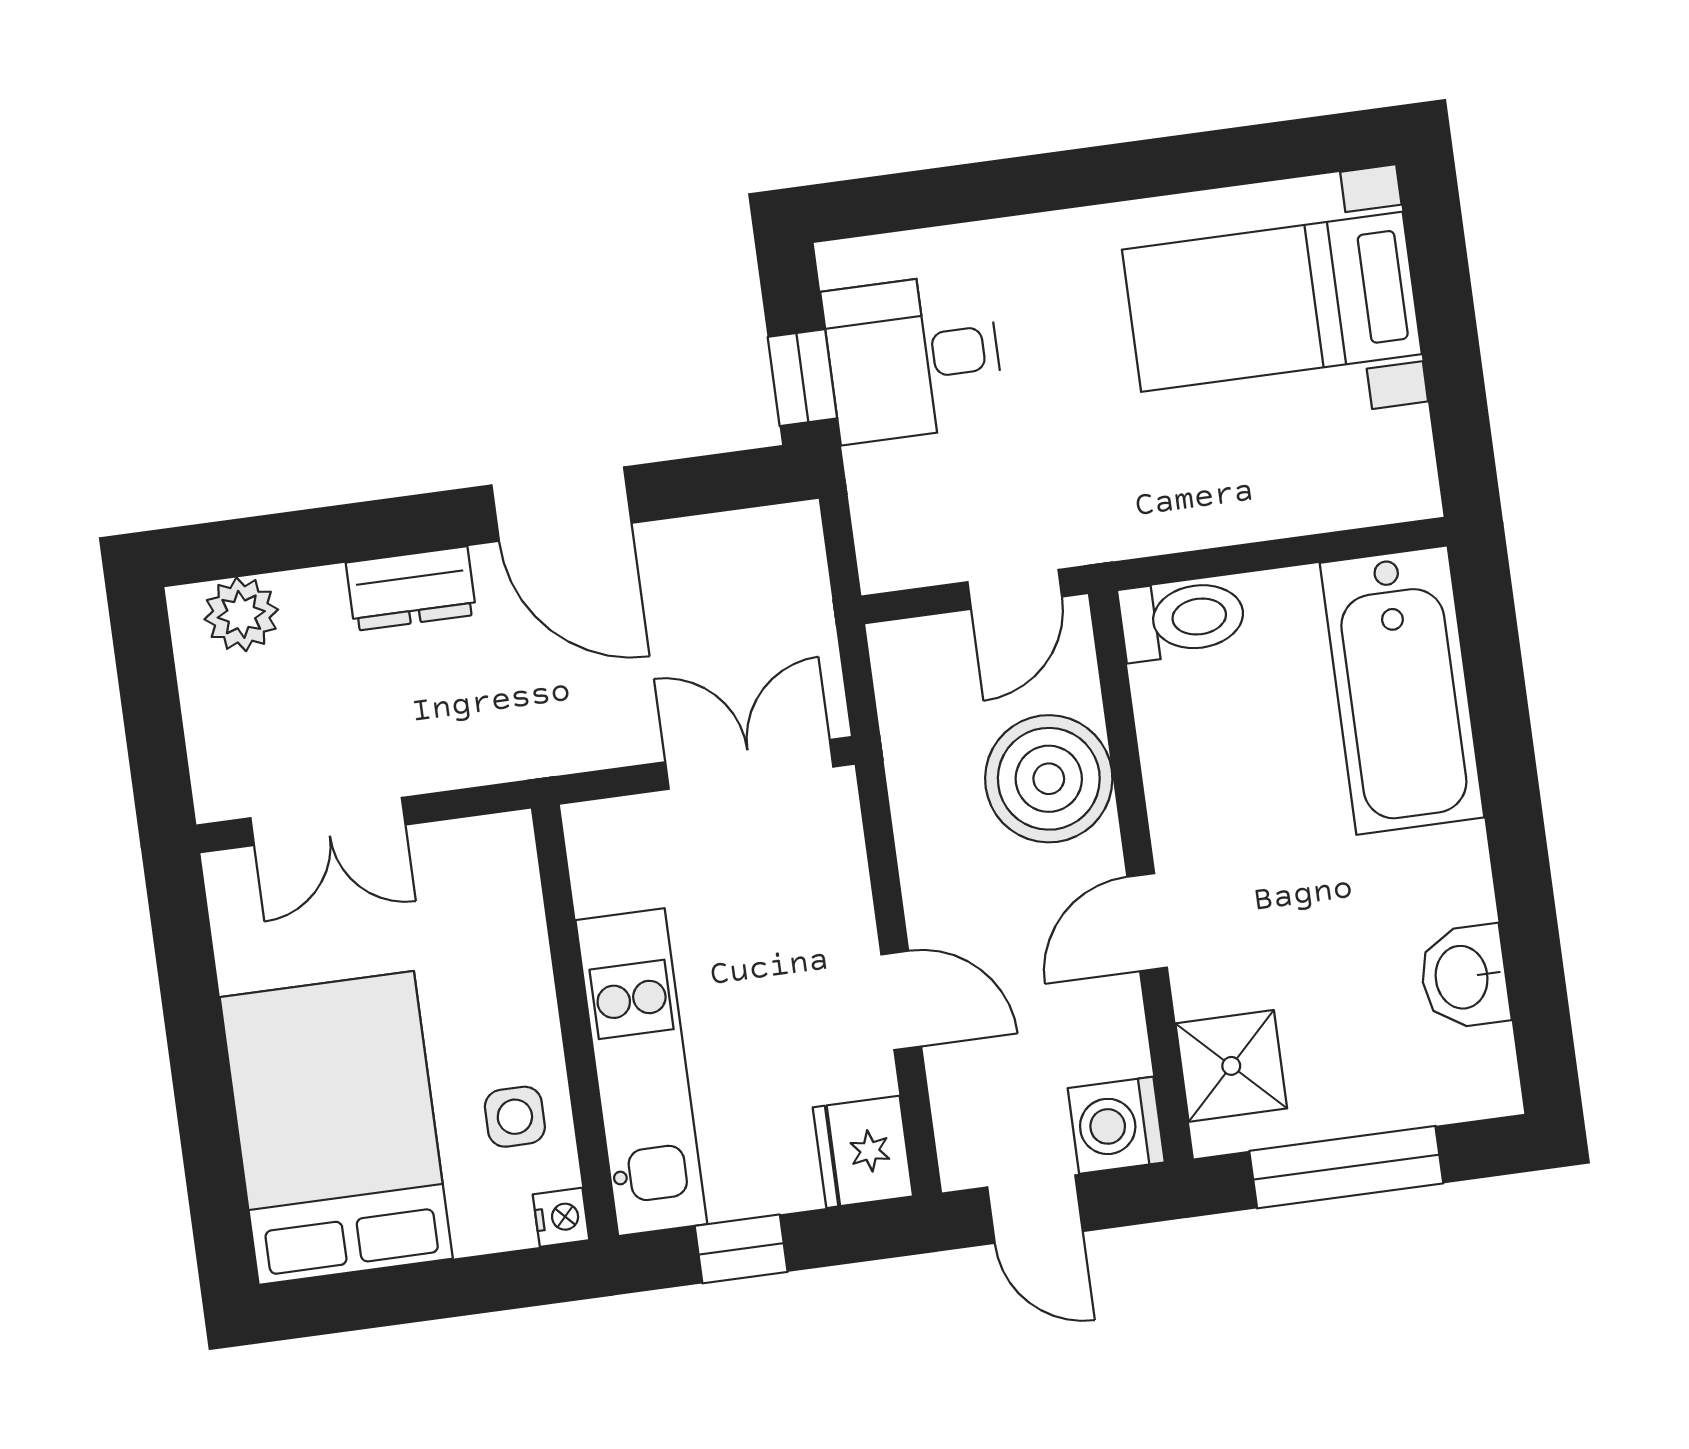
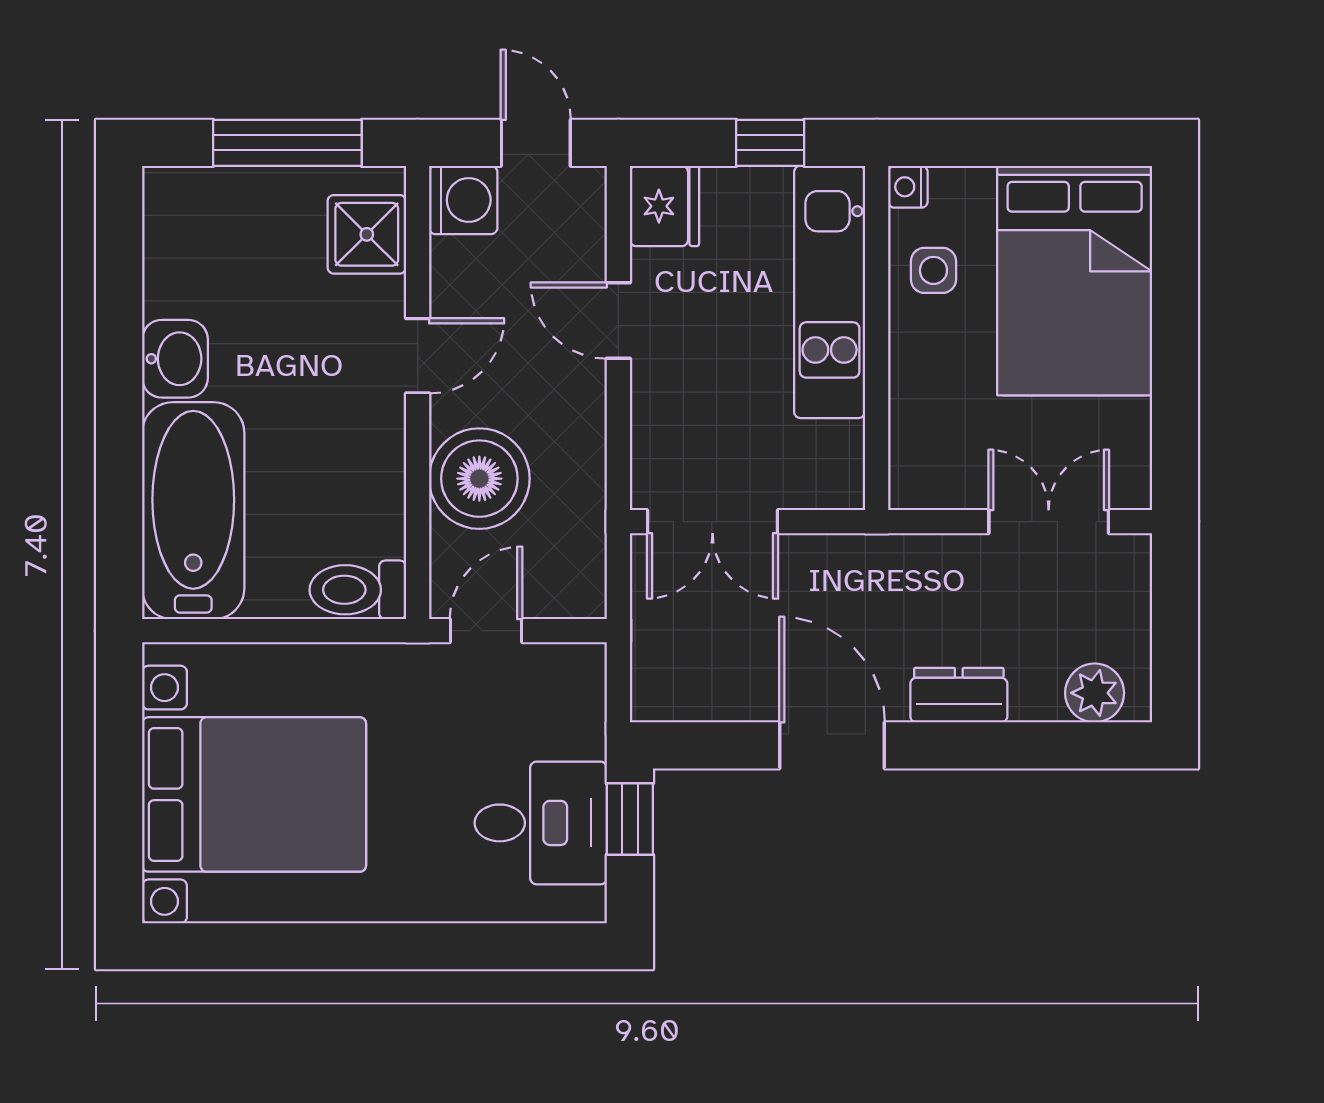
bed with nightstands: (1272, 302) -> (254, 794), width x1.36
washbasin: (1464, 977) -> (175, 359), moved

